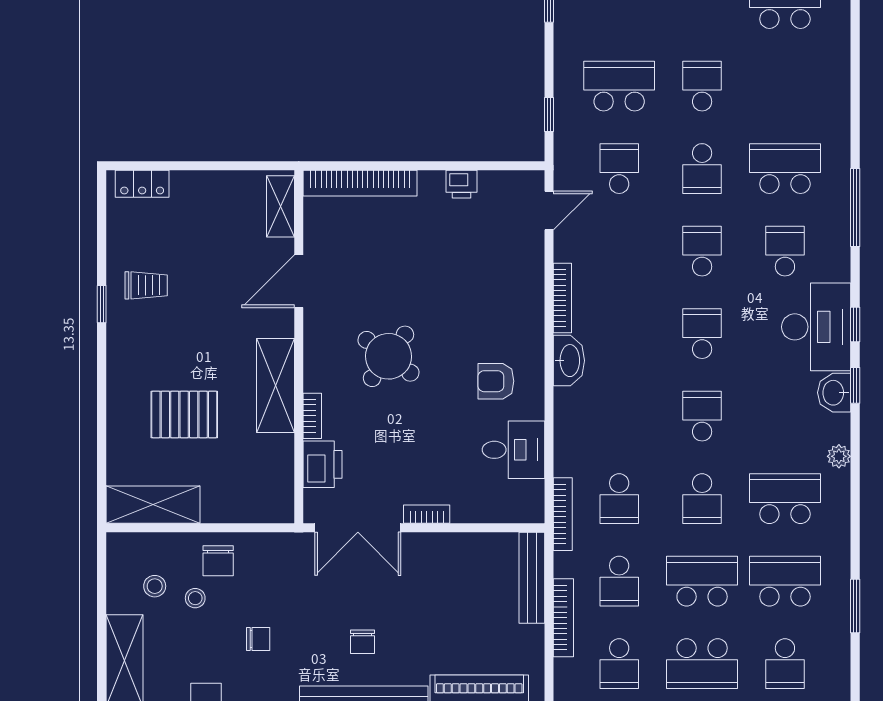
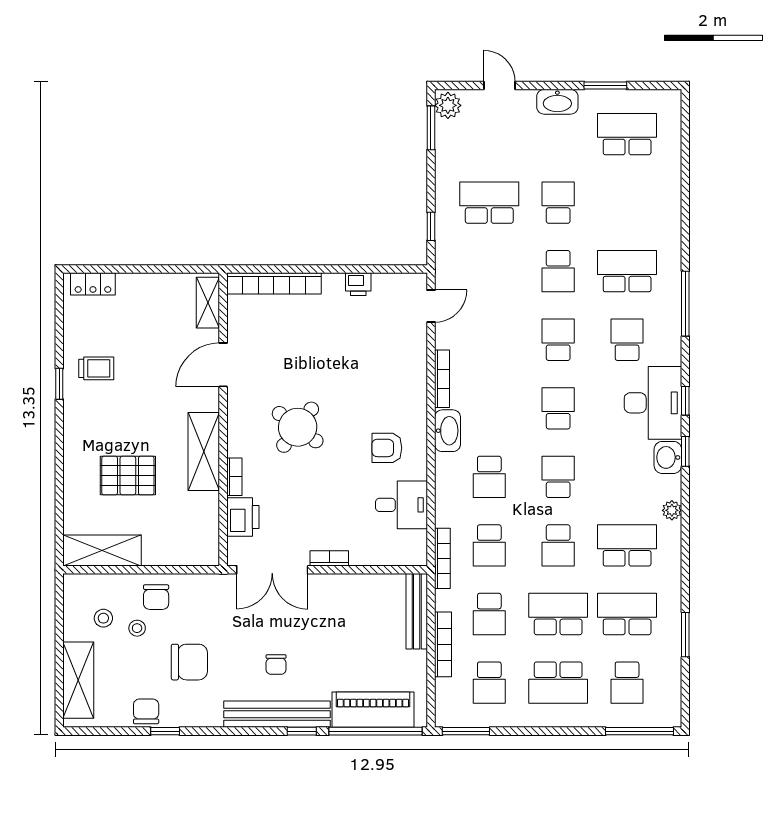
school desk: (619, 169) -> (489, 477), moved, turned 180
chair: (258, 639) -> (189, 662), width x1.87, depth x1.87

